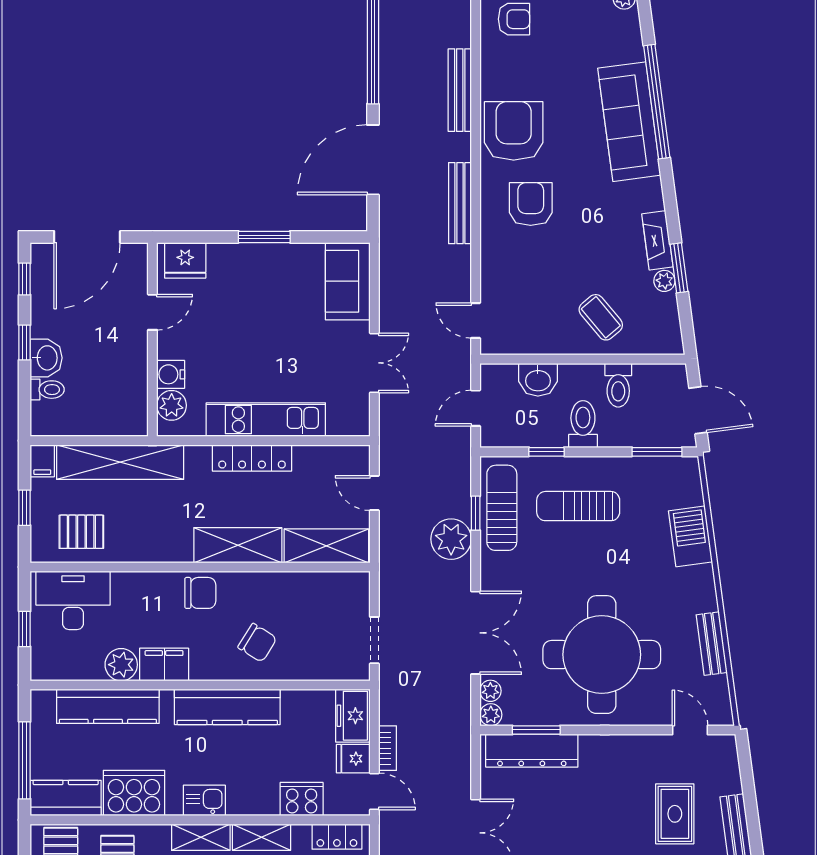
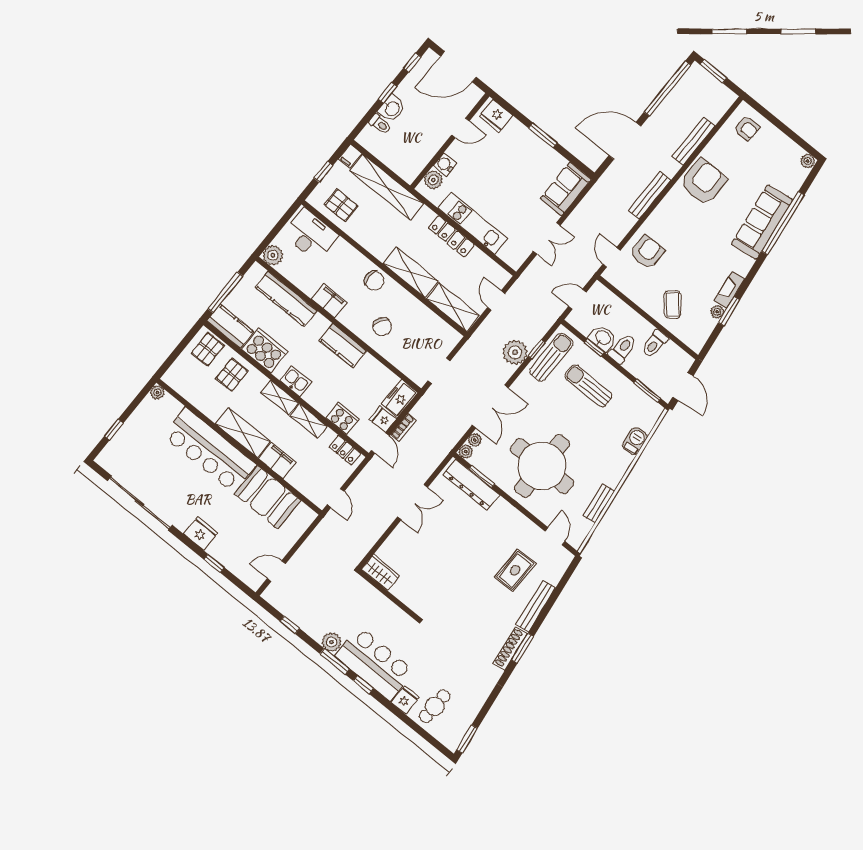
armchair: (531, 204) -> (647, 252), moved
washbasin: (538, 380) -> (603, 338), moved, turned 180
barbecue: (691, 536) -> (635, 441), width x0.73, depth x0.79
window: (25, 629) -> (276, 230), removed
plant: (121, 665) -> (273, 255), moved
kitchen counter: (227, 707) -> (343, 346), width x0.67

